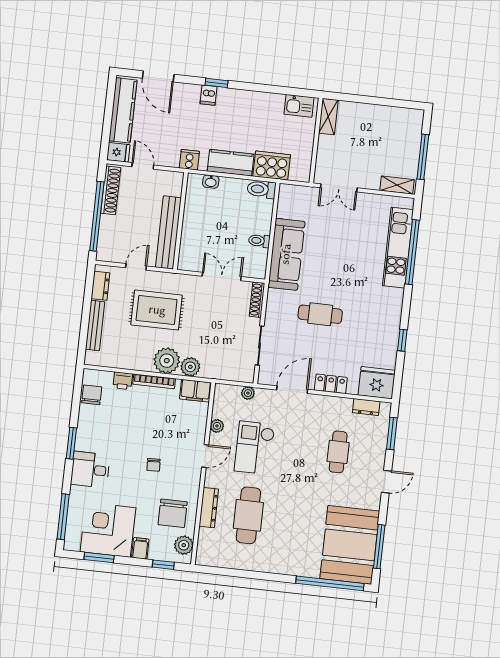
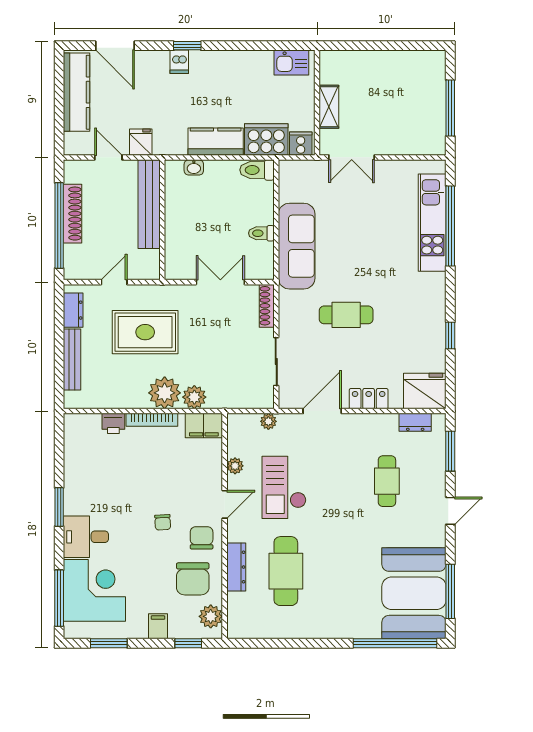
shelving: (328, 117) -> (329, 107), moved
fridge: (118, 152) -> (141, 142), moved, turned -90
cooker: (189, 160) -> (301, 144), moved
shelving: (397, 185) -> (422, 146), removed
shoe rack: (111, 190) -> (73, 214), moved
bench: (168, 232) -> (149, 204), moved
chair: (92, 395) -> (202, 538), moved
corner desk: (108, 530) -> (94, 590), moved, turned 90

